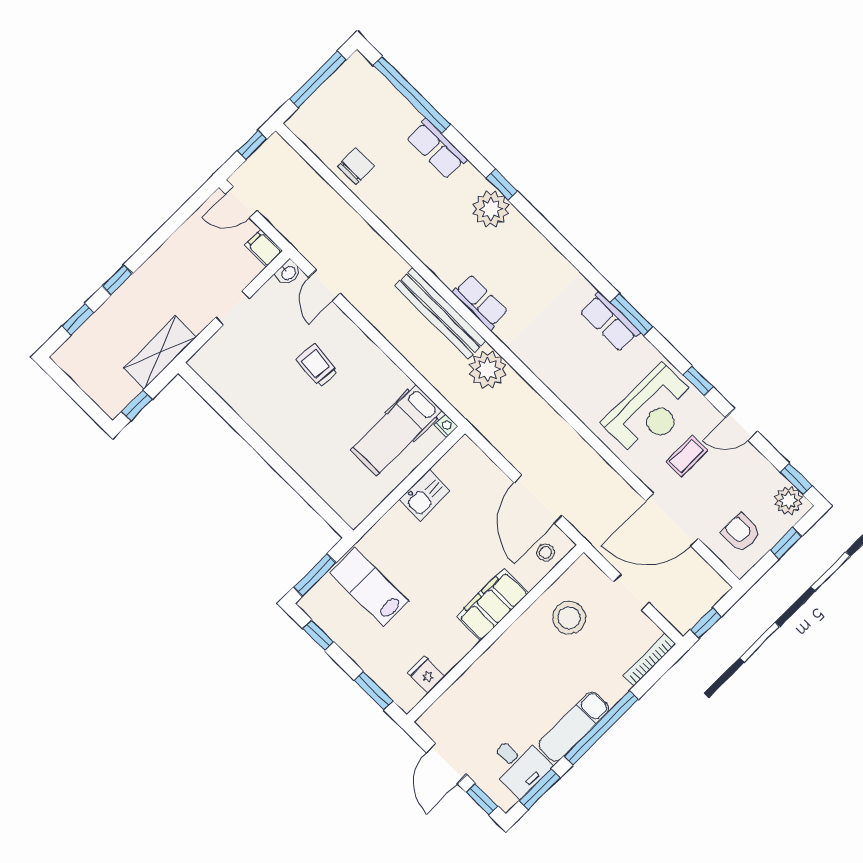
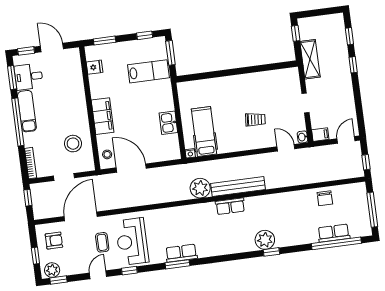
row of seats: (437, 149) -> (334, 233), moved

